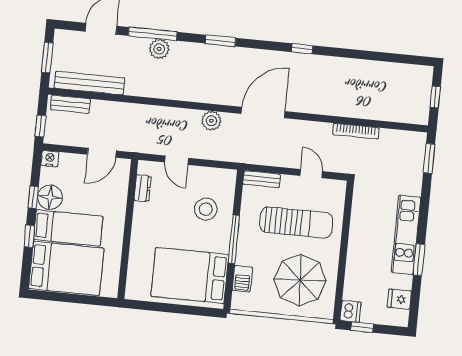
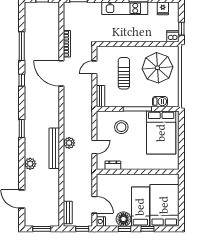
window: (153, 34) -> (22, 46), moved
bench: (89, 83) -> (54, 148), moved
door: (263, 113) -> (61, 73), moved
plant: (211, 121) -> (69, 143), moved
door: (102, 153) -> (94, 205), moved
sun lounger: (296, 222) -> (124, 73), width x0.73, depth x0.75

